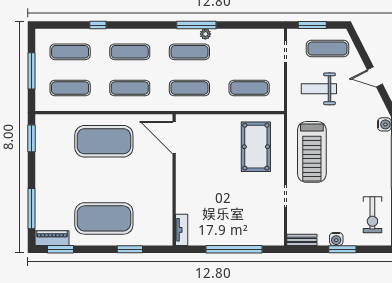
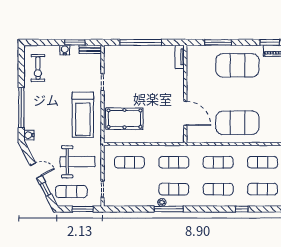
window: (362, 52) -> (46, 189), added
weight bench: (319, 89) -> (78, 162), width x1.36, depth x1.33
door: (174, 138) -> (185, 113), moved
pool table: (256, 147) -> (124, 119), turned 90
treadmill: (312, 152) -> (83, 115), turned 180
exercise bike: (372, 215) -> (38, 68), turned 180
window: (130, 249) -> (218, 42), width x1.44
window: (342, 249) -> (75, 42), moved

